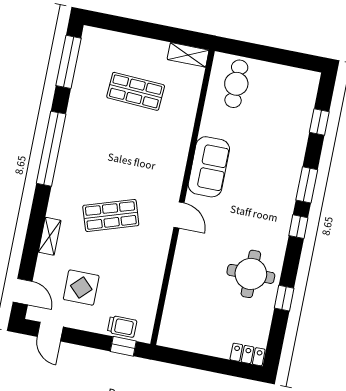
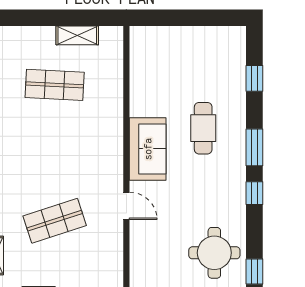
shelving: (188, 55) -> (77, 35), moved
cafe table: (236, 84) -> (203, 128), moved

